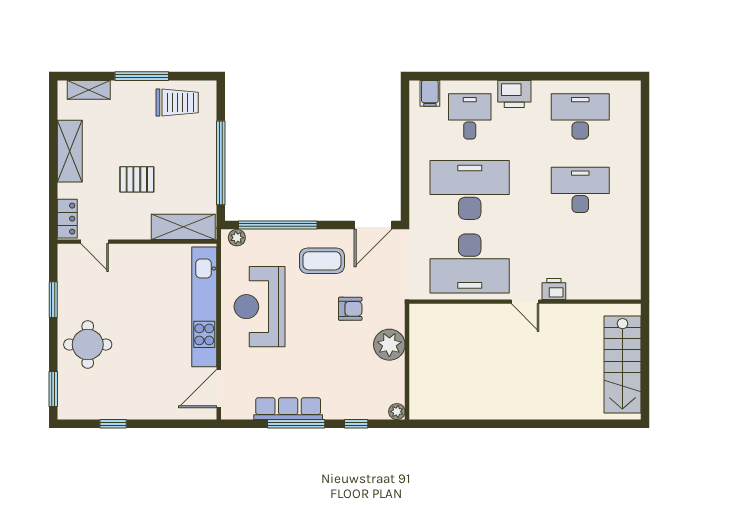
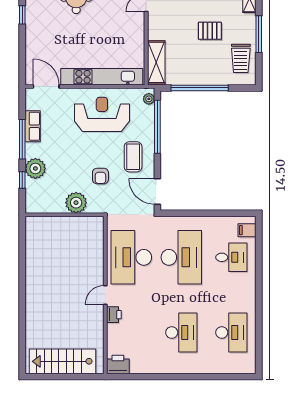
printer: (514, 94) -> (118, 364), moved, turned 90
pallet: (137, 179) -> (210, 31), moved, turned 90
row of seats: (288, 409) -> (33, 126), width x0.68
plant: (397, 412) -> (35, 168), moved, width x1.88, depth x1.88

